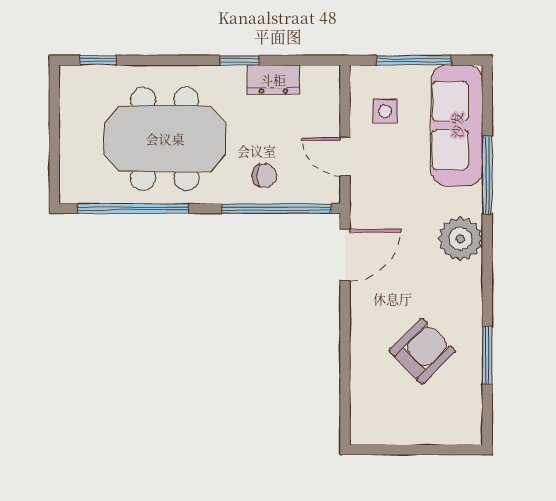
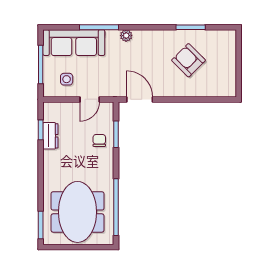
window: (98, 60) -> (41, 225), width x1.50
window: (240, 60) -> (41, 130), moved
meeting table: (165, 139) -> (78, 212), moved
window: (276, 209) -> (116, 134), width x0.47
plant: (460, 239) -> (126, 36), width x0.53, depth x0.53

